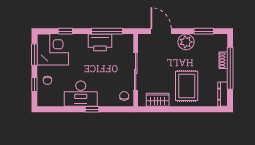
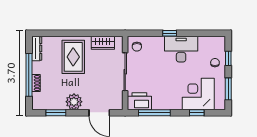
printer: (100, 42) -> (139, 101), moved
corner desk: (53, 50) -> (198, 94), moved, turned 90

